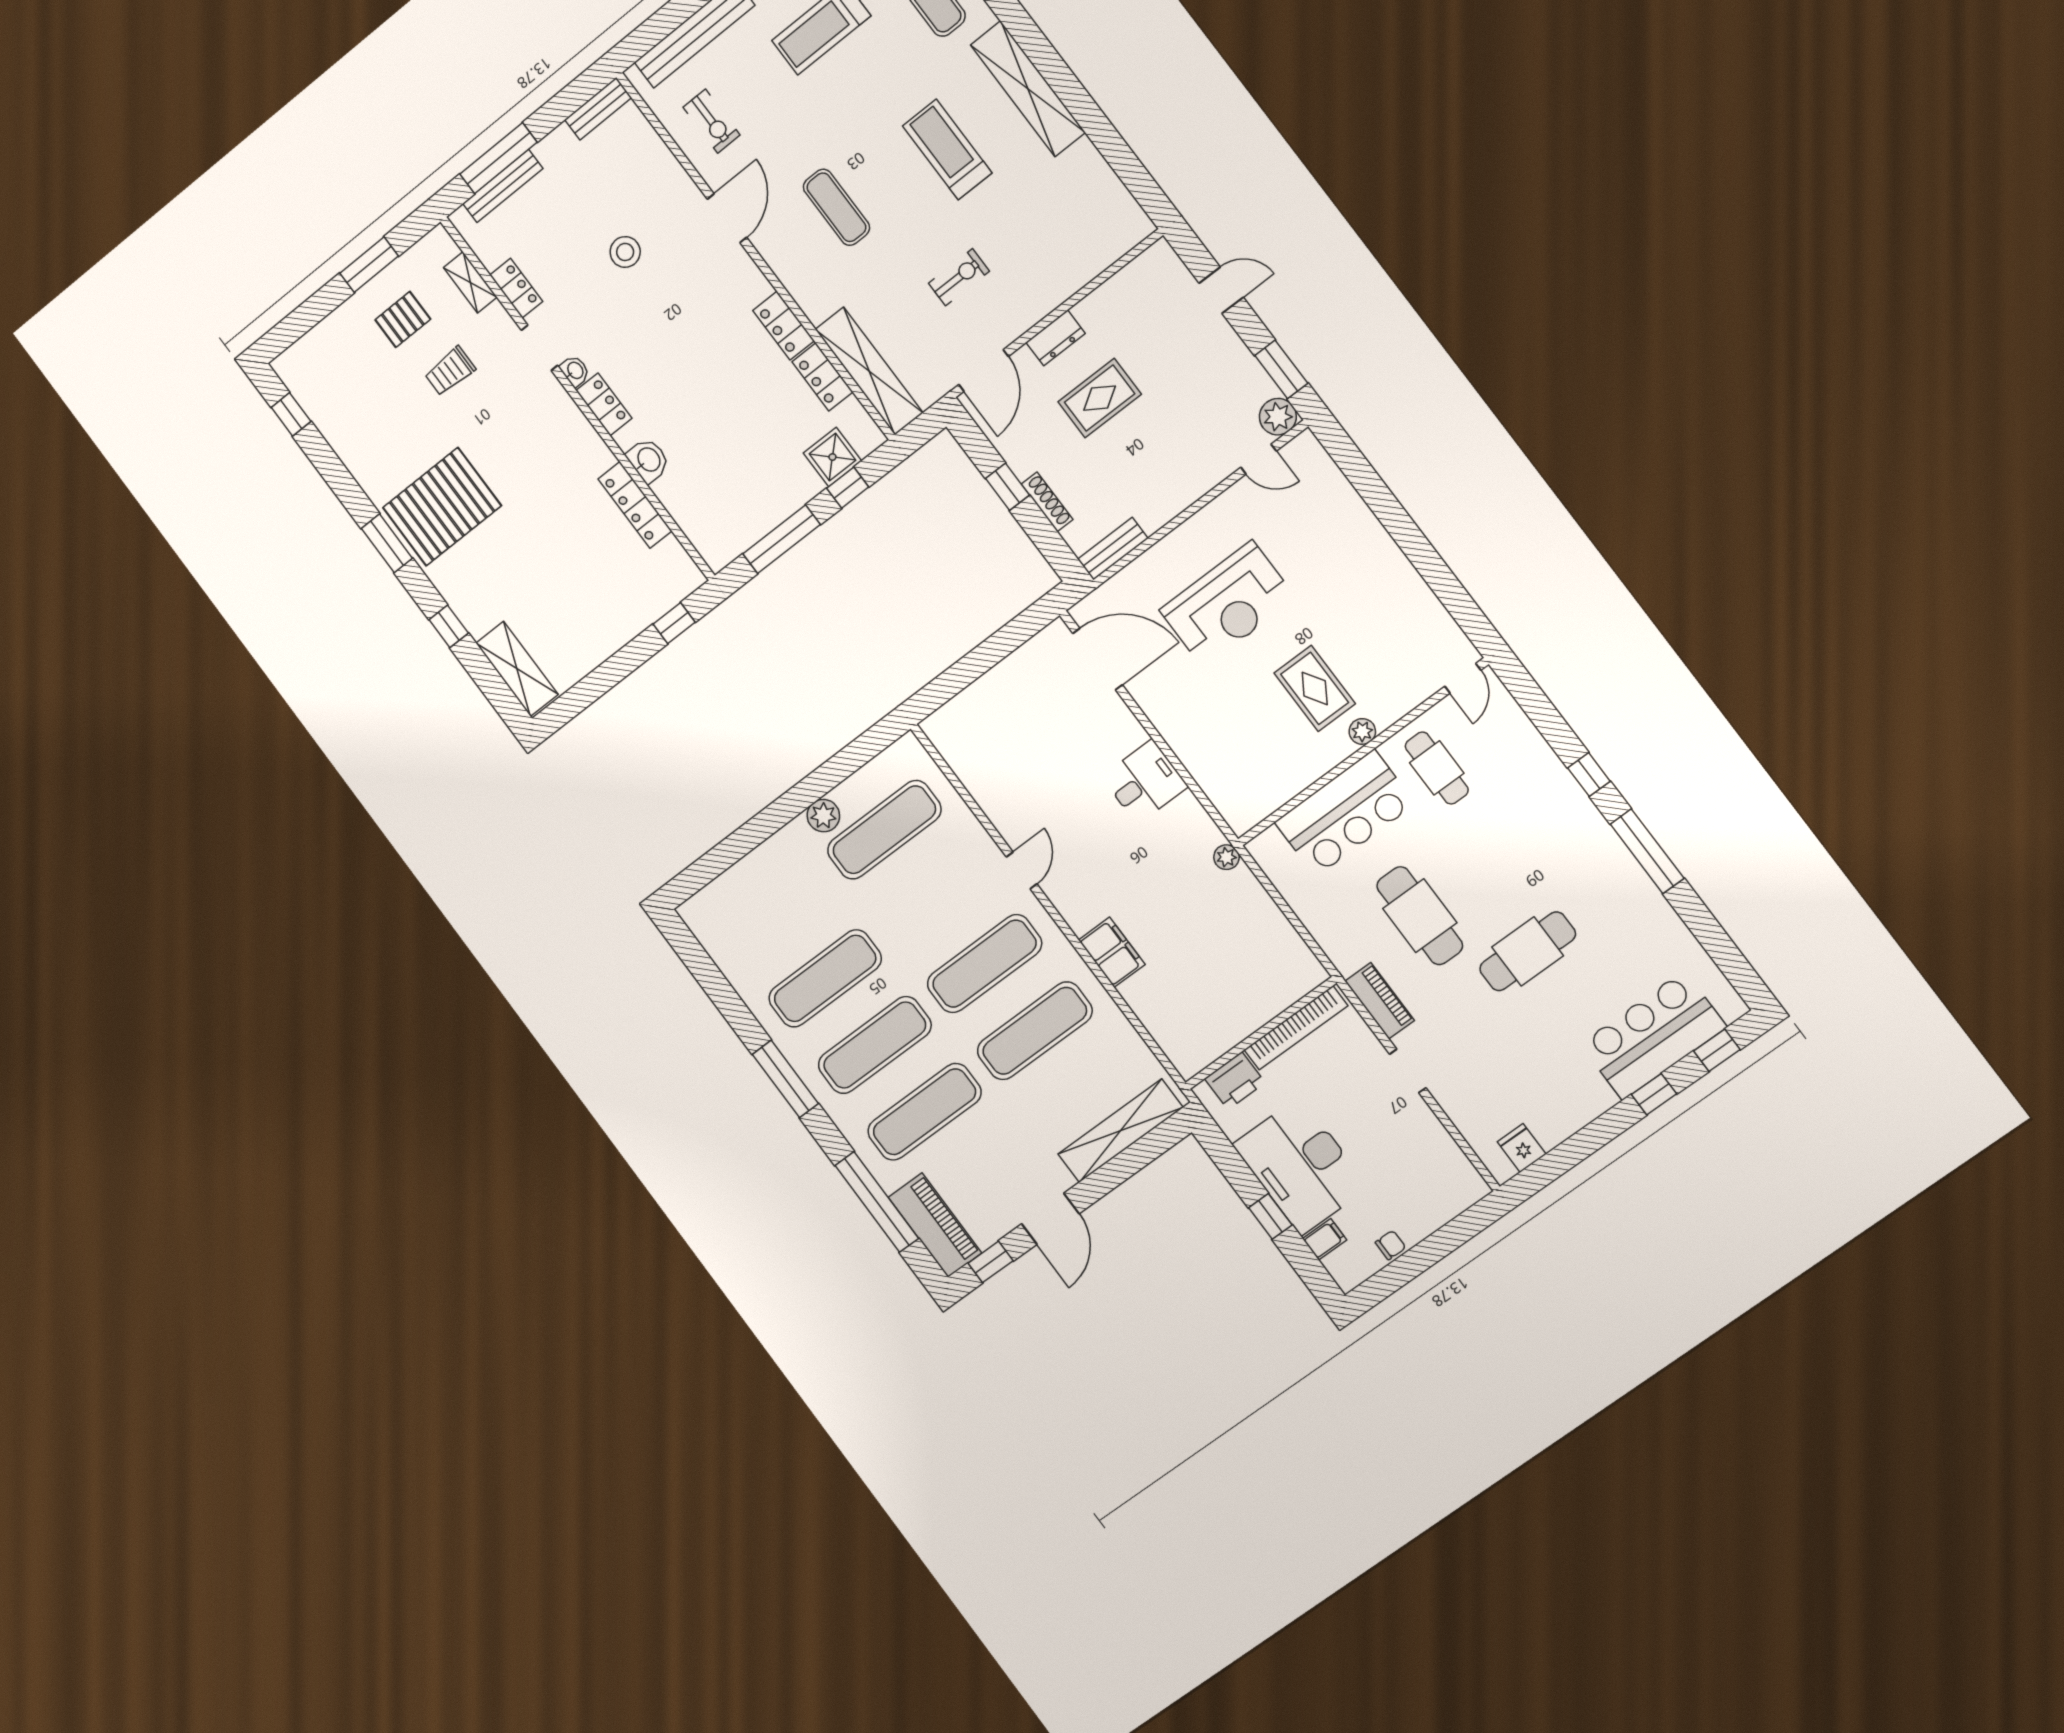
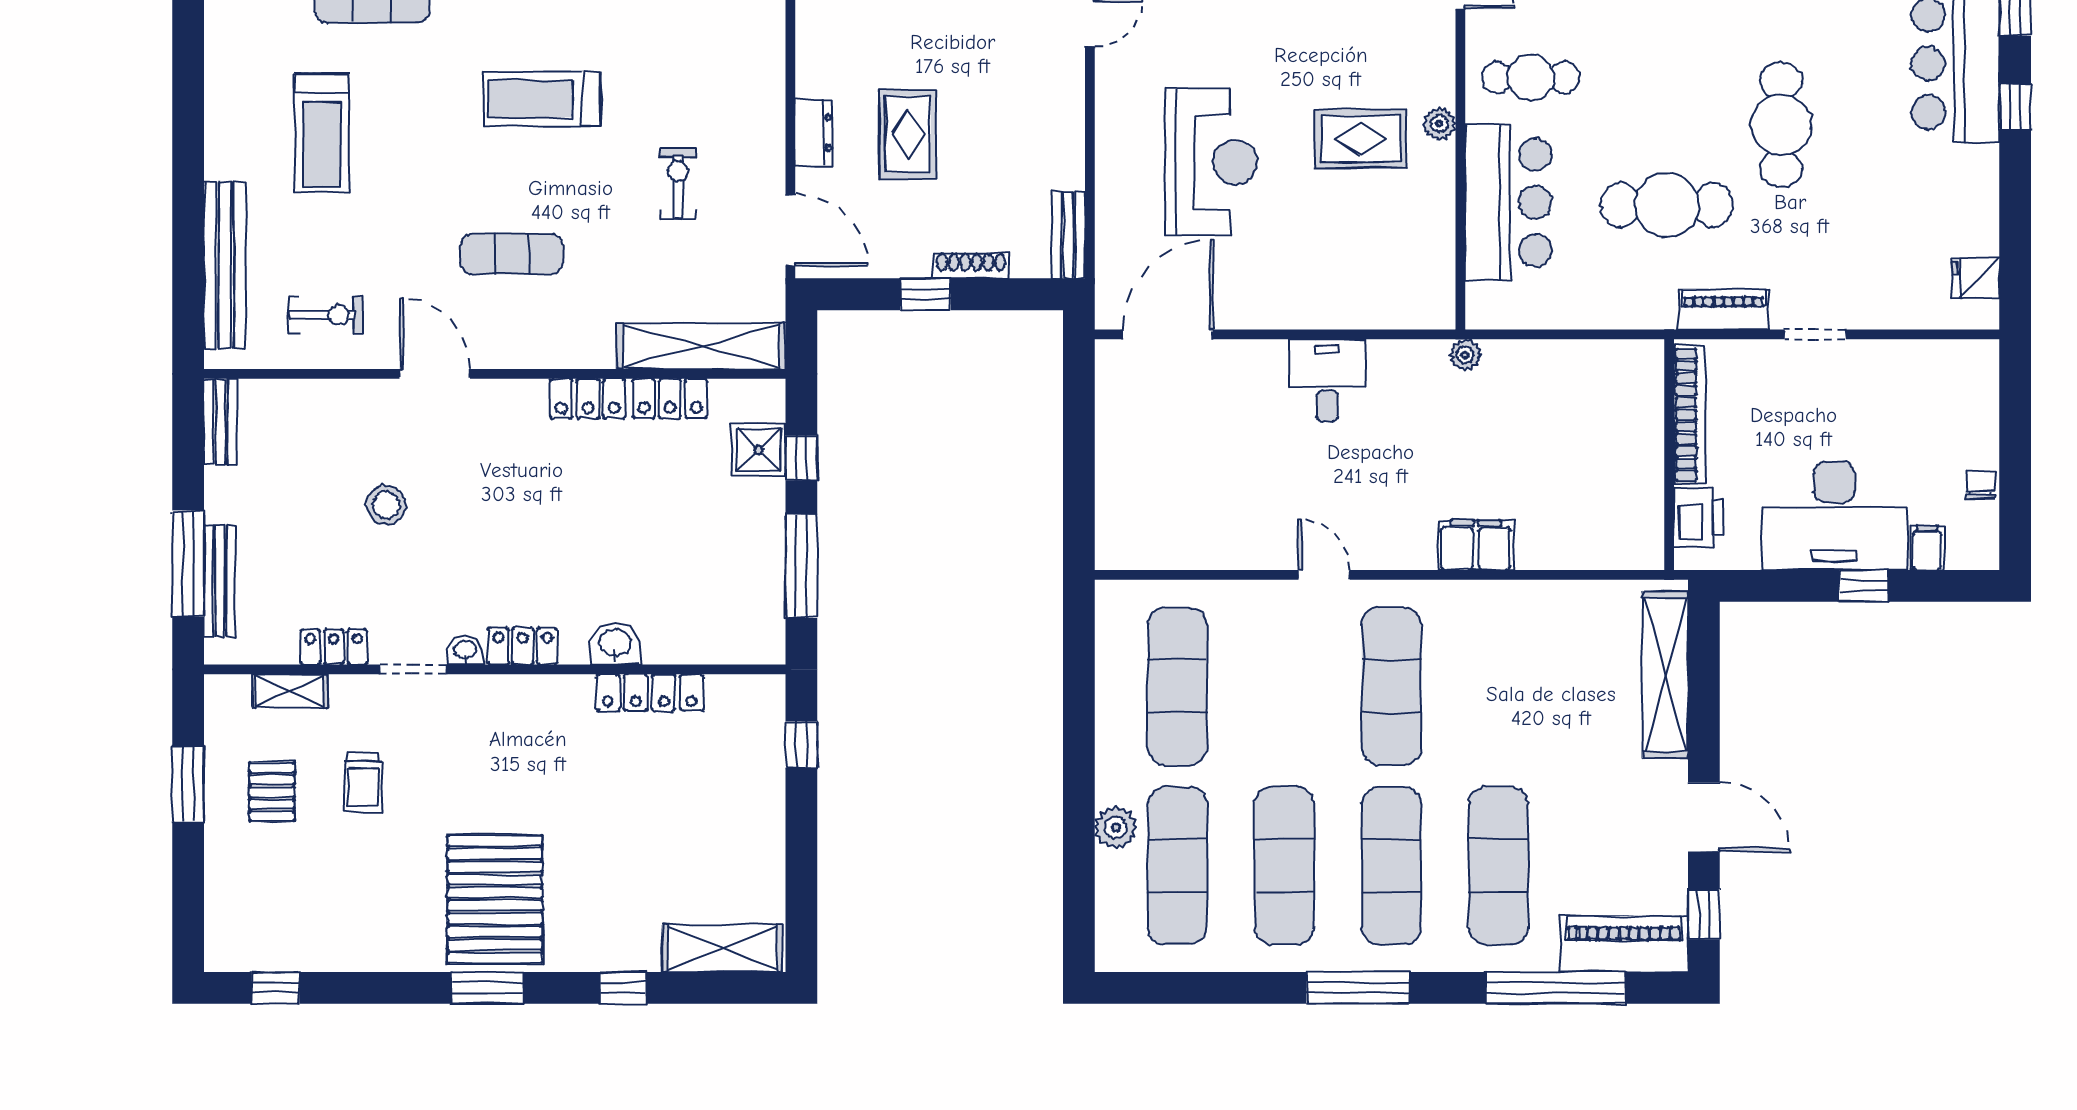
plant: (823, 816) -> (1116, 827), moved
exercise mat: (1035, 1031) -> (1177, 866), moved

